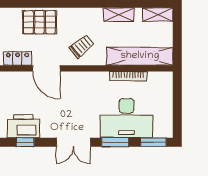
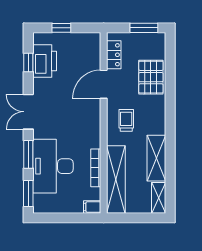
shelving: (119, 15) -> (156, 158), width x1.50, depth x1.33
trolley: (82, 46) -> (126, 120), turned -140
filing cabinet: (167, 80) -> (92, 207), added

